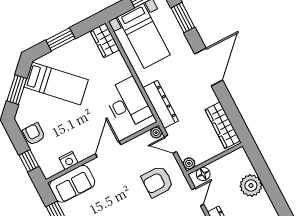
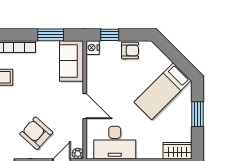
window: (17, 90) -> (175, 56), removed
nightstand: (69, 161) -> (93, 48), moved
armchair: (157, 182) -> (36, 133), turned -48

